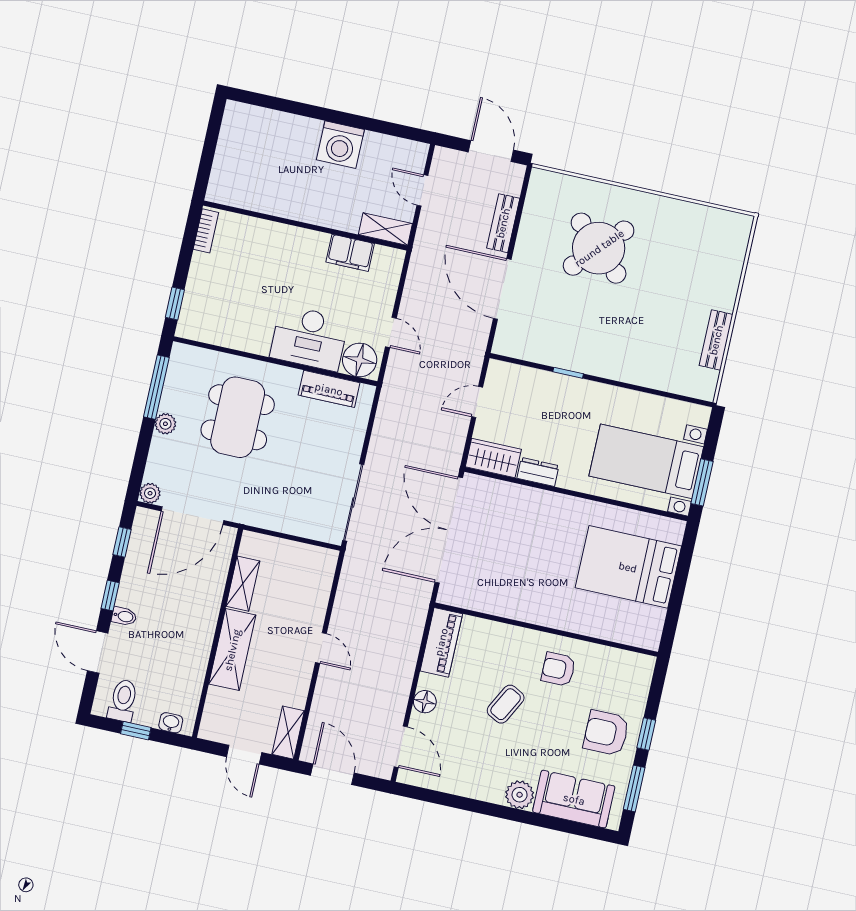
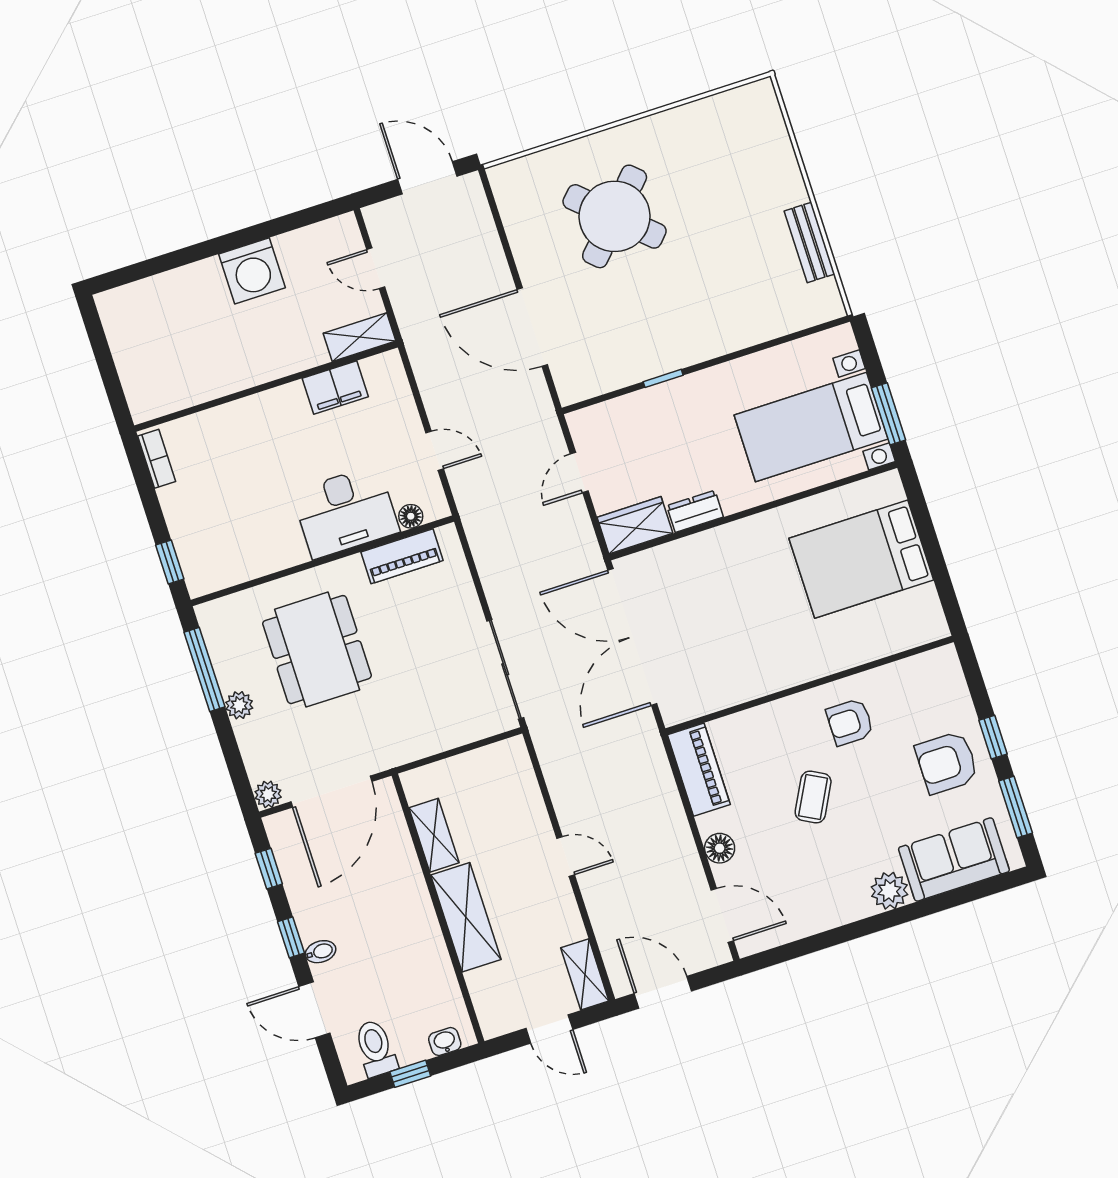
bench: (503, 223) -> (490, 252), removed
floor lamp: (360, 360) -> (411, 516), width x0.53, depth x0.53

